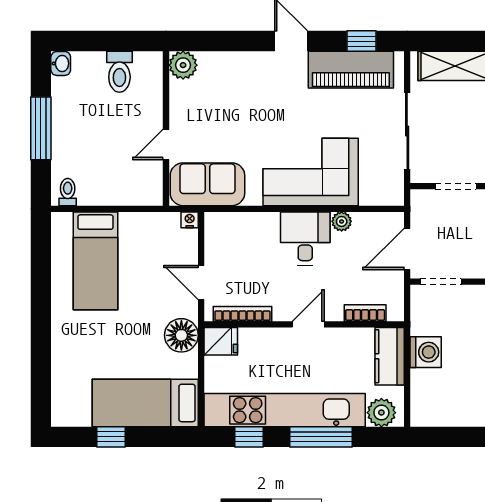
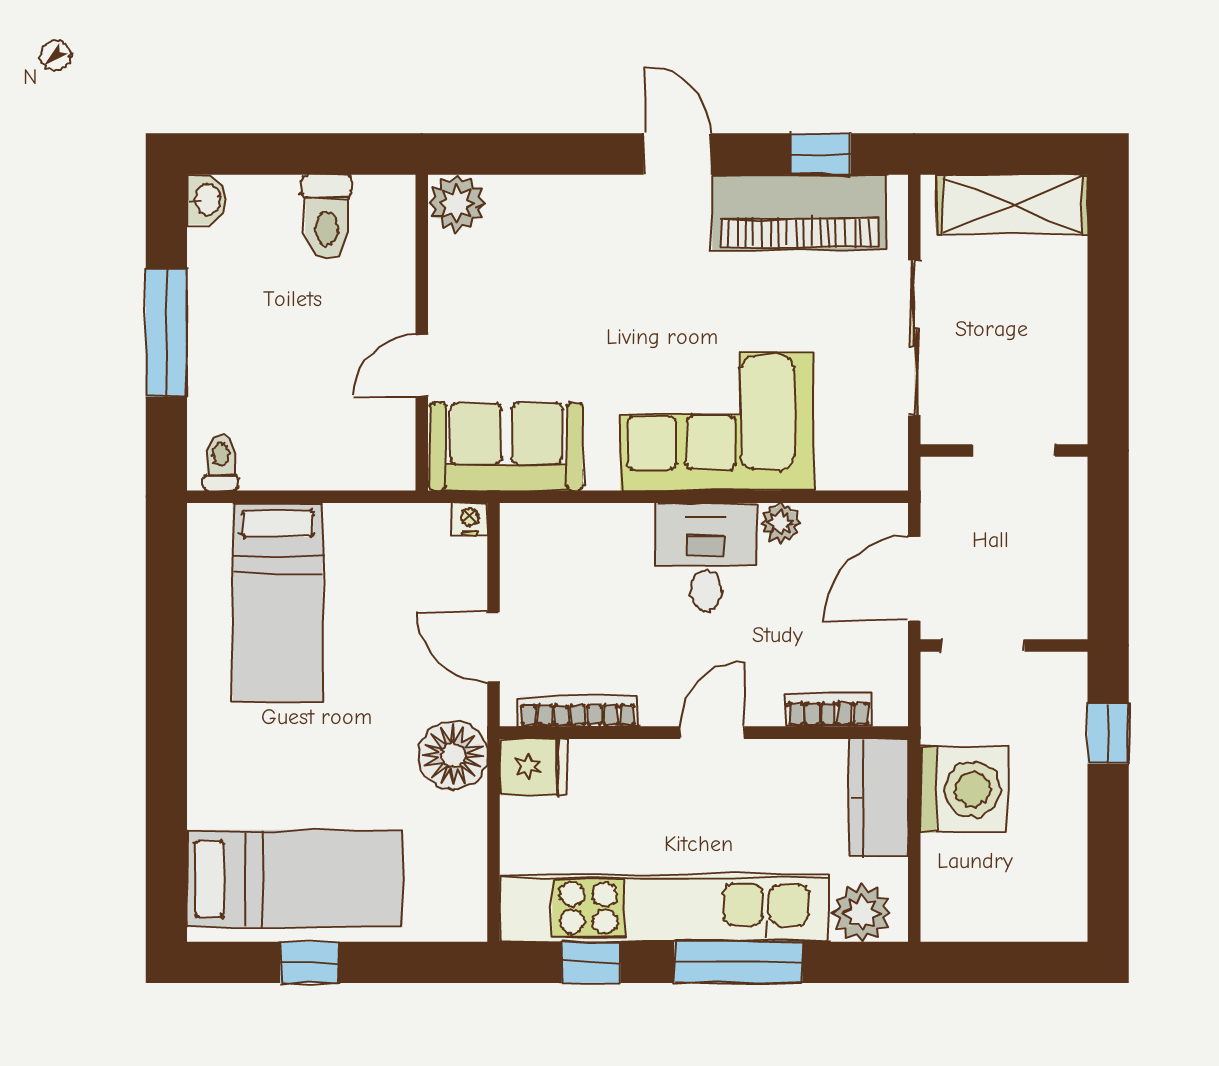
washing machine: (426, 352) -> (964, 789), width x1.37, depth x1.37
bed: (145, 403) -> (295, 879), moved, turned 180

